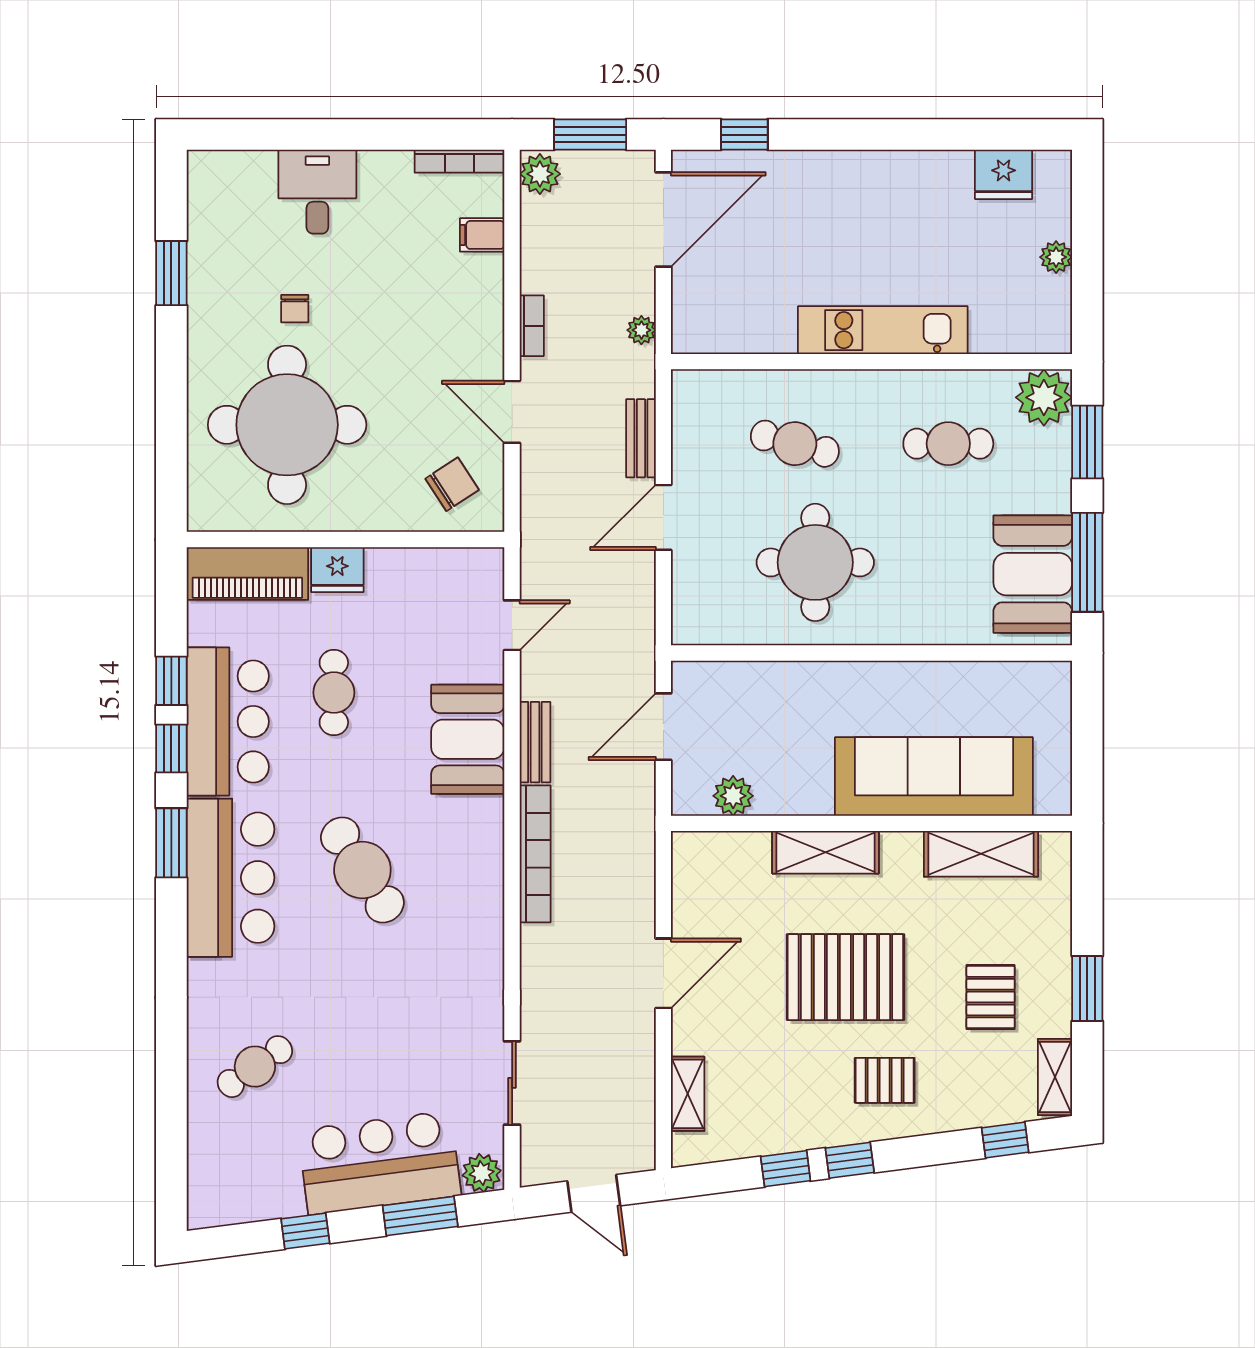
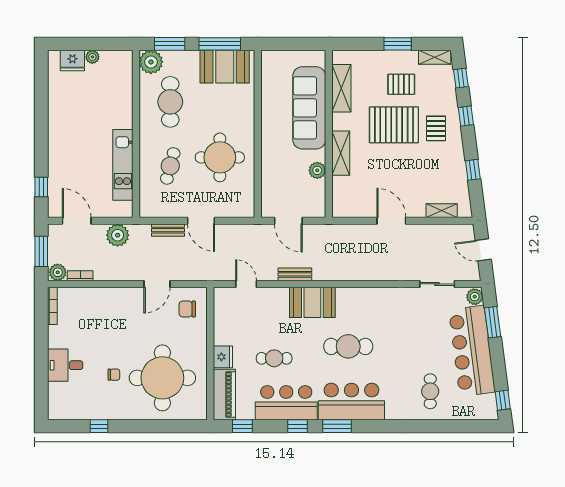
fridge: (1004, 174) -> (72, 60), moved, turned 90
door: (663, 220) -> (77, 221), width x0.73
filing cabinet: (482, 235) -> (83, 296), removed
window: (171, 273) -> (99, 426), width x0.67
bookcase: (532, 326) -> (80, 276), moved
plant: (641, 330) -> (118, 235), width x1.88, depth x1.88
kitchen unit: (883, 330) -> (123, 165), moved
cafe table: (948, 444) -> (170, 102), width x1.37, depth x1.35
chair: (452, 484) -> (187, 309), turned -57
window: (171, 681) -> (242, 426), moved
booth: (468, 739) -> (312, 302), moved
plant: (733, 796) -> (317, 170), moved
bookcase: (535, 854) -> (341, 274), removed
cafe table: (362, 870) -> (348, 346), turned 33
pallet: (845, 977) -> (394, 125), moved, turned 90
cafe table: (255, 1067) -> (430, 391), turned 35
window: (850, 1160) -> (466, 116), moved
bar counter: (379, 1163) -> (472, 351), width x1.36
door: (594, 1193) -> (483, 250), swing flipped
window: (305, 1231) -> (503, 400), moved

